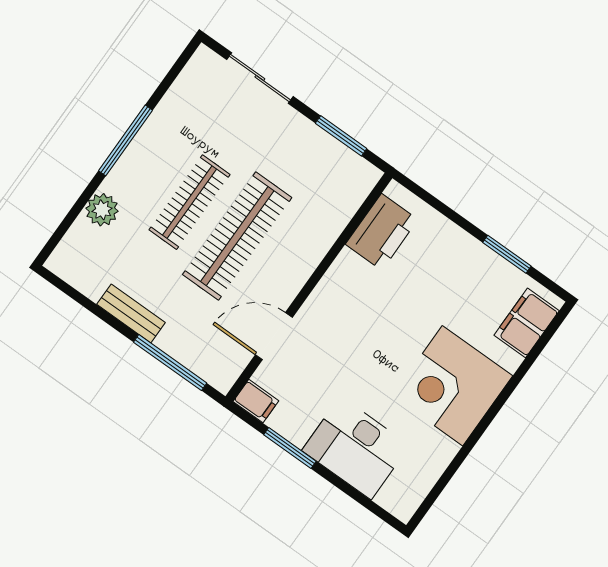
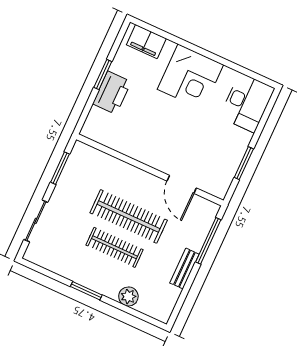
window: (125, 140) -> (86, 291), width x0.69
printer: (382, 232) -> (112, 93), moved, turned 90
window: (507, 254) -> (103, 75), moved
filing cabinet: (256, 401) -> (221, 188), removed
desk: (356, 448) -> (247, 103), moved

